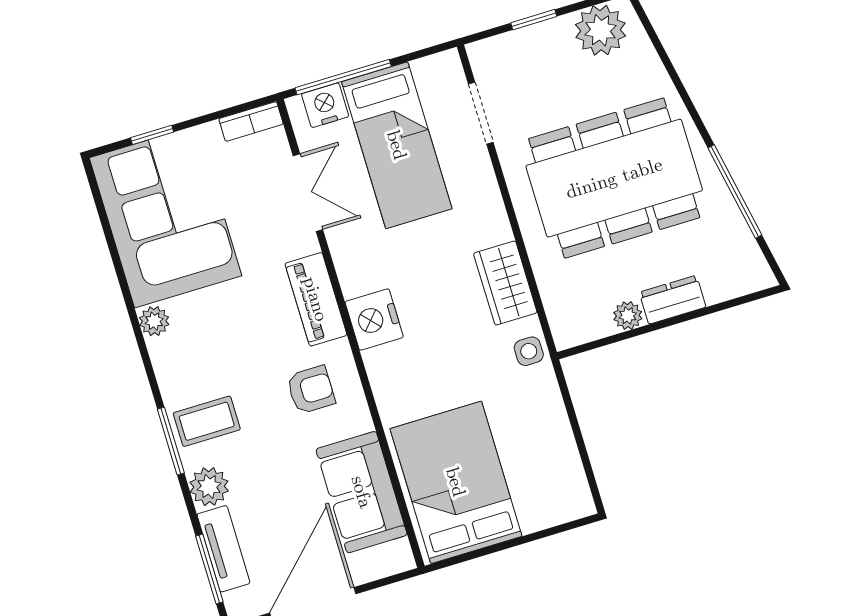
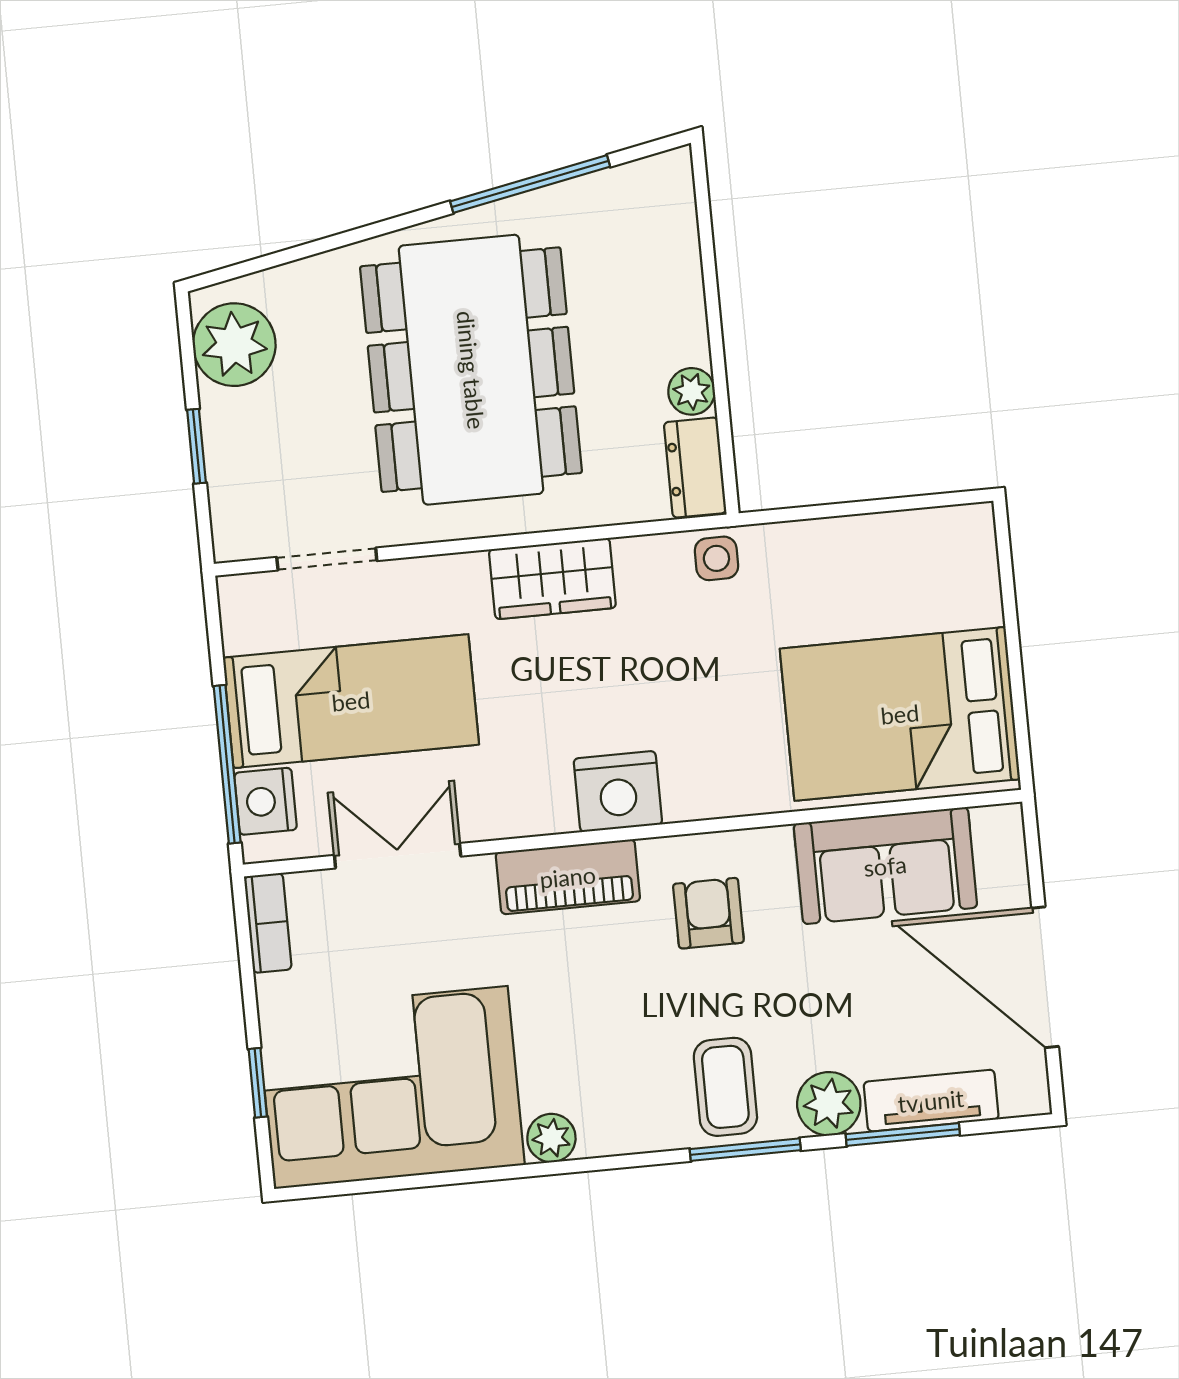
wardrobe: (505, 283) -> (552, 579), moved
dresser: (673, 300) -> (695, 468), moved
window: (209, 569) -> (903, 1134), moved

